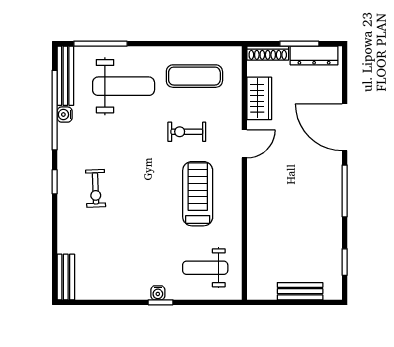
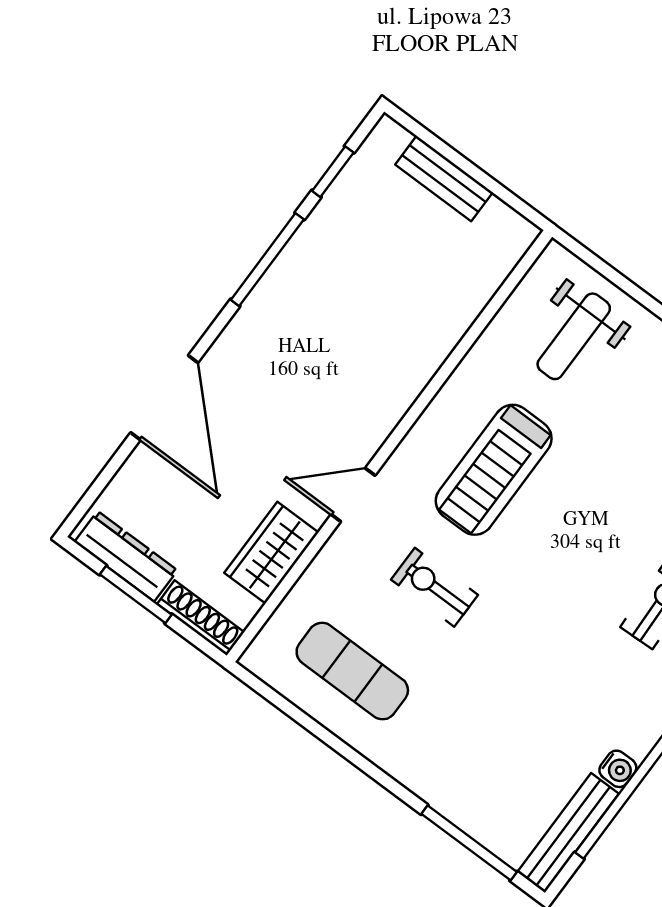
weight bench: (124, 86) -> (484, 743), removed
exercise bike: (187, 132) -> (435, 587), turned 180
window: (345, 191) -> (267, 260), moved
weight bench: (205, 268) -> (574, 336), turned 90

